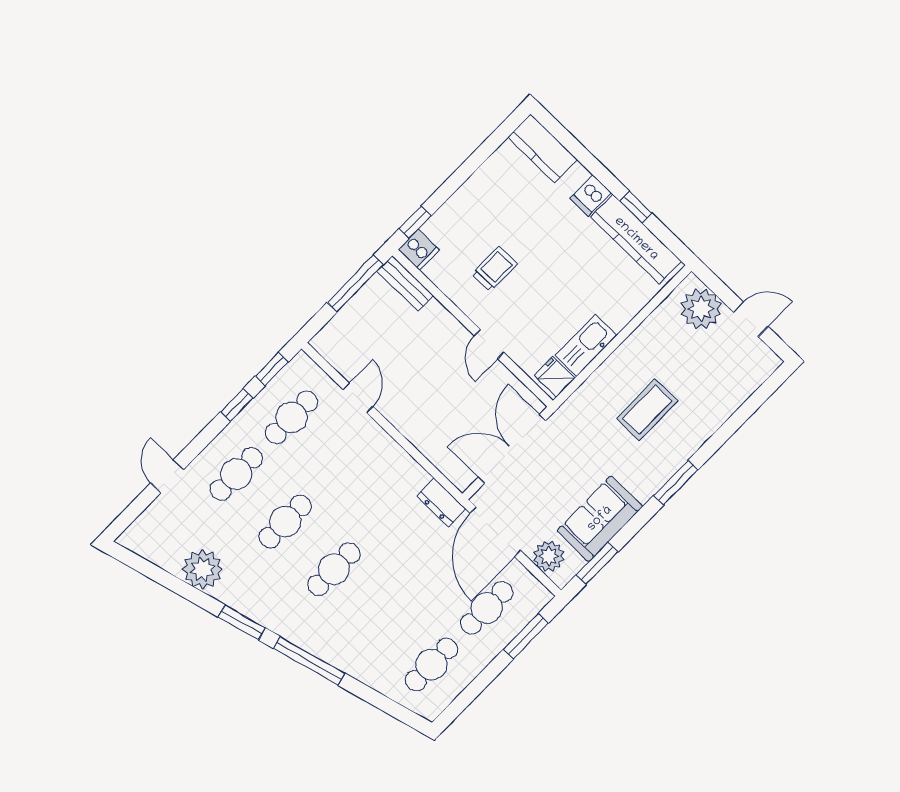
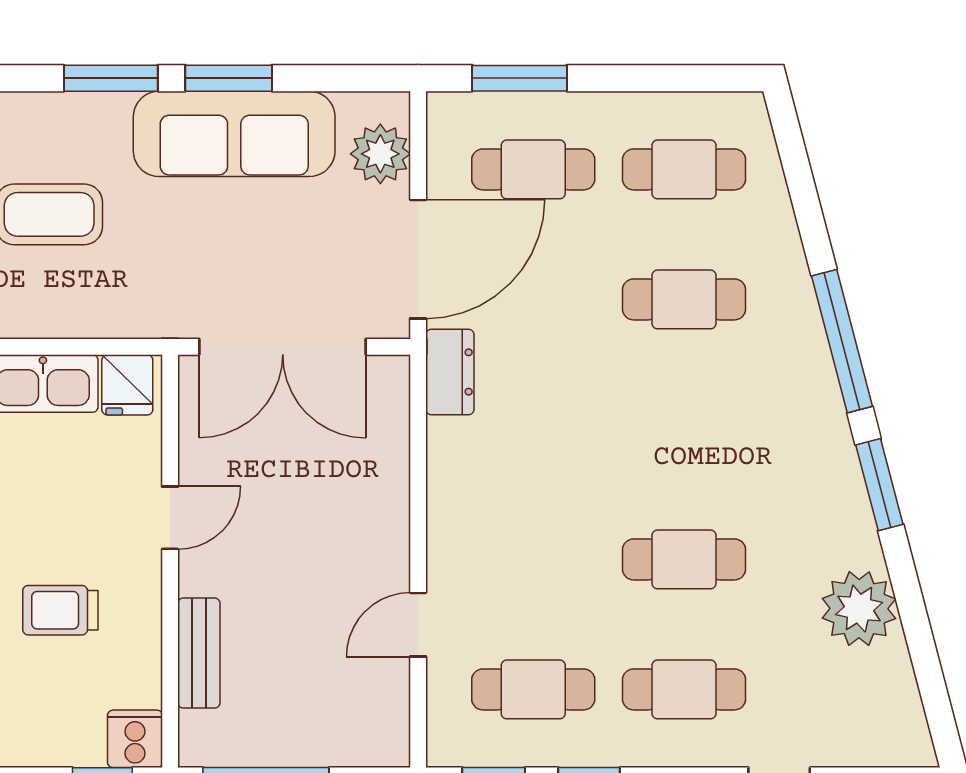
bench: (405, 283) -> (199, 653), moved
sofa: (600, 519) -> (234, 134), width x1.36
window: (597, 564) -> (229, 78), moved
cafe table: (334, 569) -> (684, 299), moved

